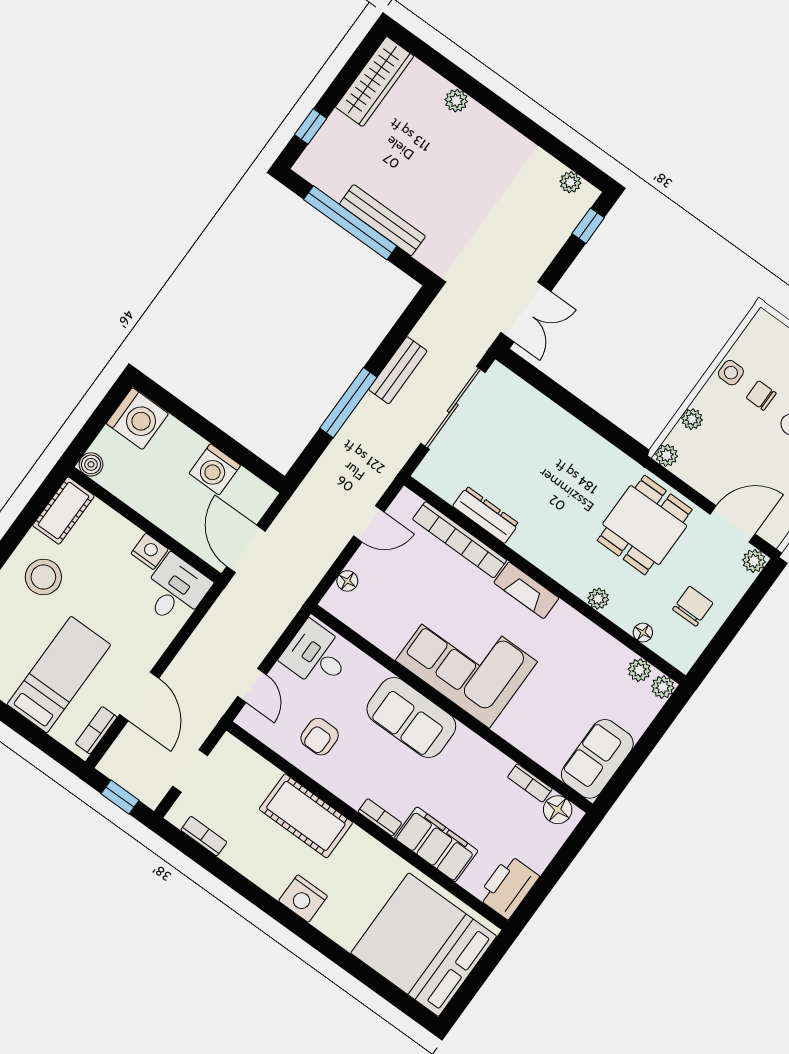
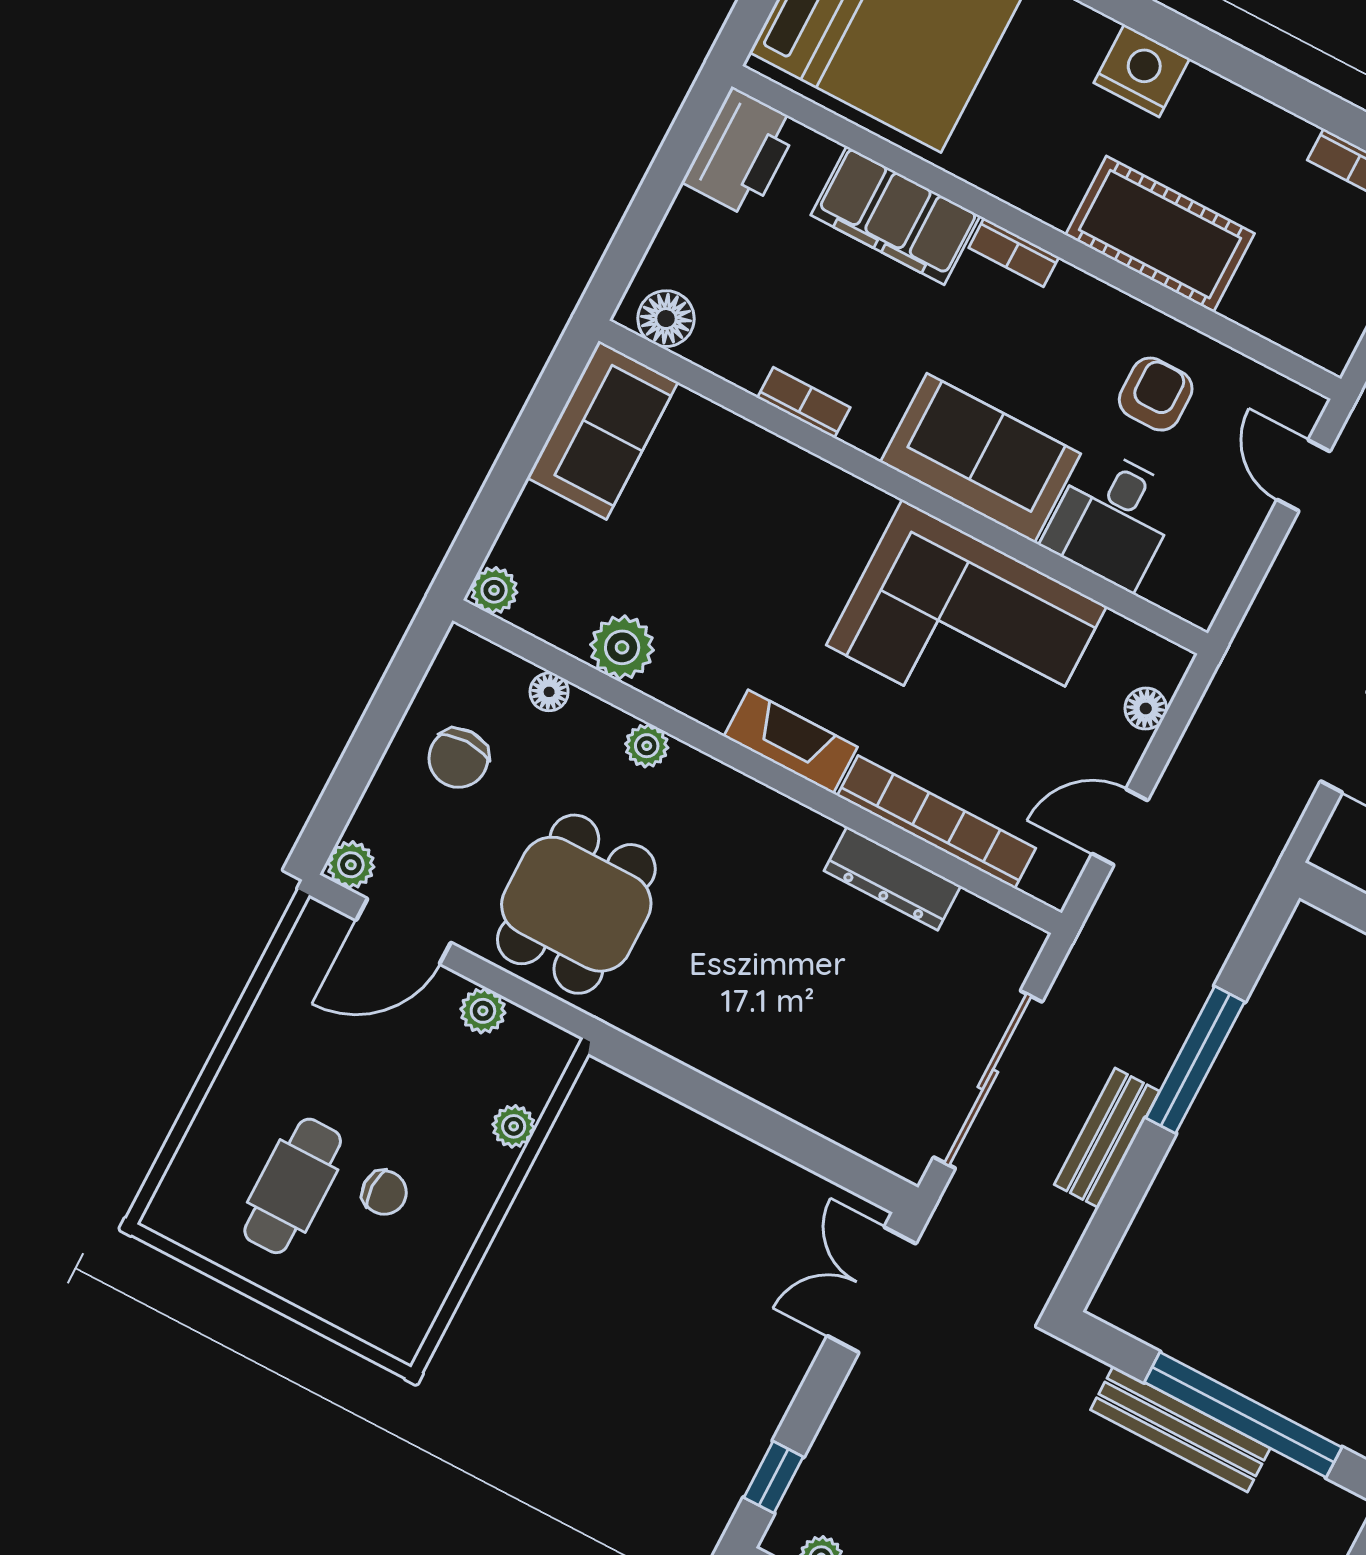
side table: (731, 373) -> (450, 1229), removed
plant: (667, 455) -> (483, 1011), moved
desk: (316, 656) -> (1112, 519), moved, turned 90
corner sofa: (466, 661) -> (966, 626), moved
plant: (639, 670) -> (622, 647), moved, width x1.38, depth x1.38
bookcase: (530, 783) -> (804, 403), moved

